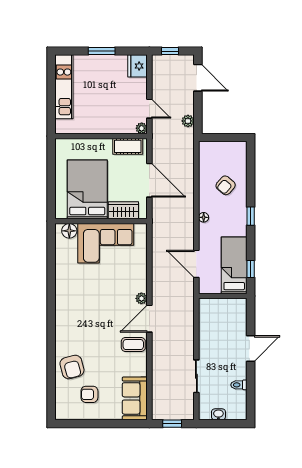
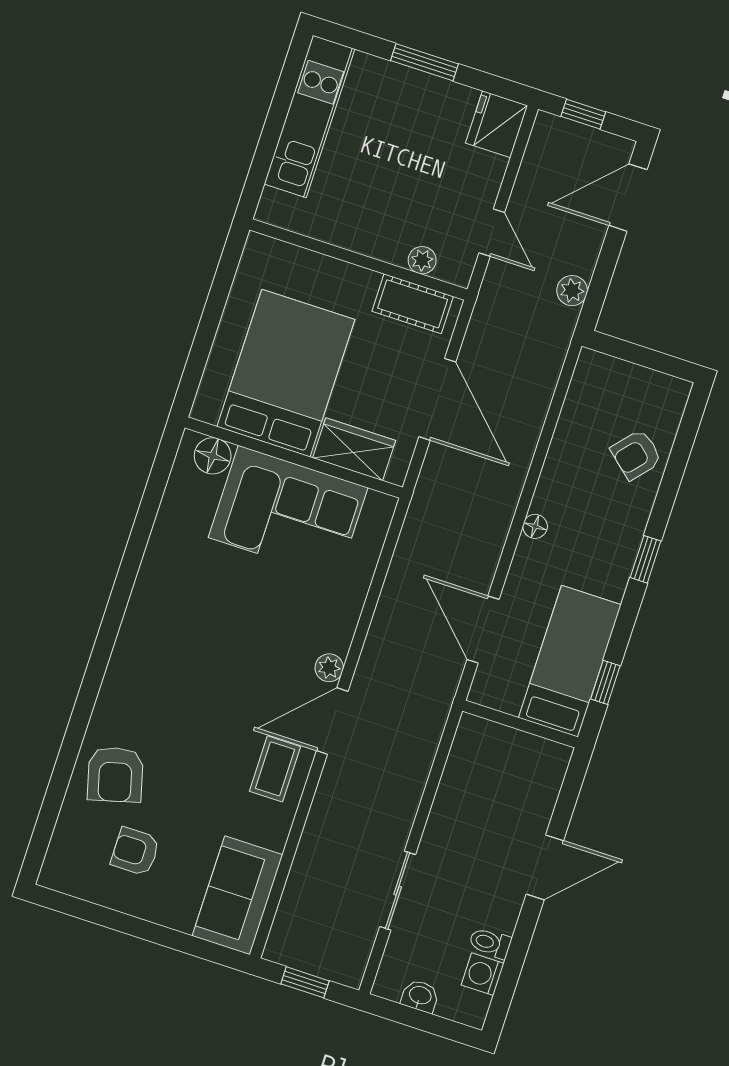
door: (198, 78) -> (628, 198), swing flipped
plant: (142, 128) -> (422, 260), moved
armchair: (226, 185) -> (636, 455), moved
coffee table: (133, 345) -> (275, 769), turned 90
washing machine: (240, 398) -> (483, 974), added

